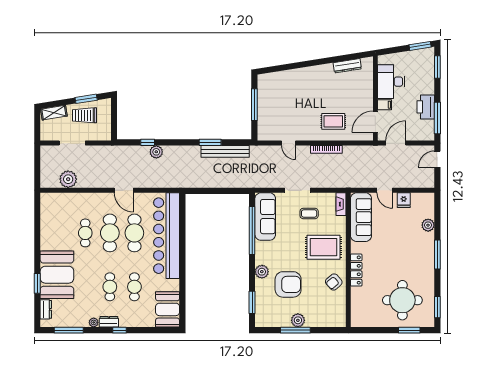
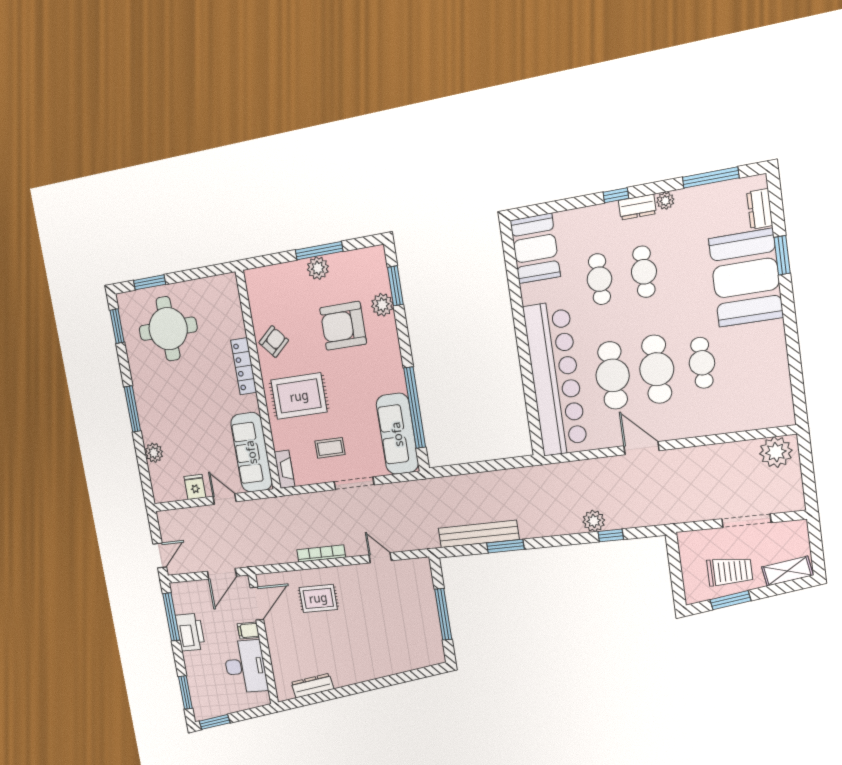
plant: (68, 179) -> (776, 452), moved
plant: (262, 272) -> (382, 305), moved

